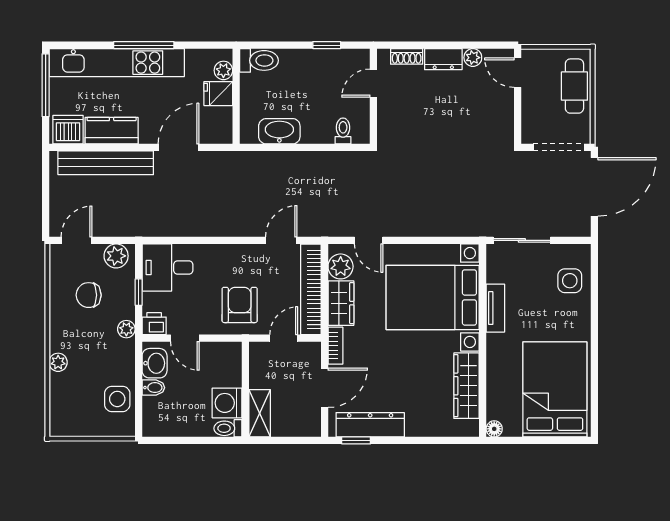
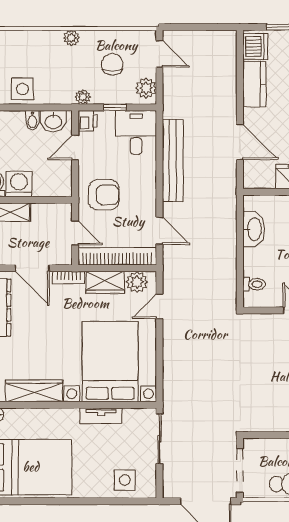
bench: (106, 163) -> (173, 160), moved
plant: (58, 362) -> (71, 38), moved

